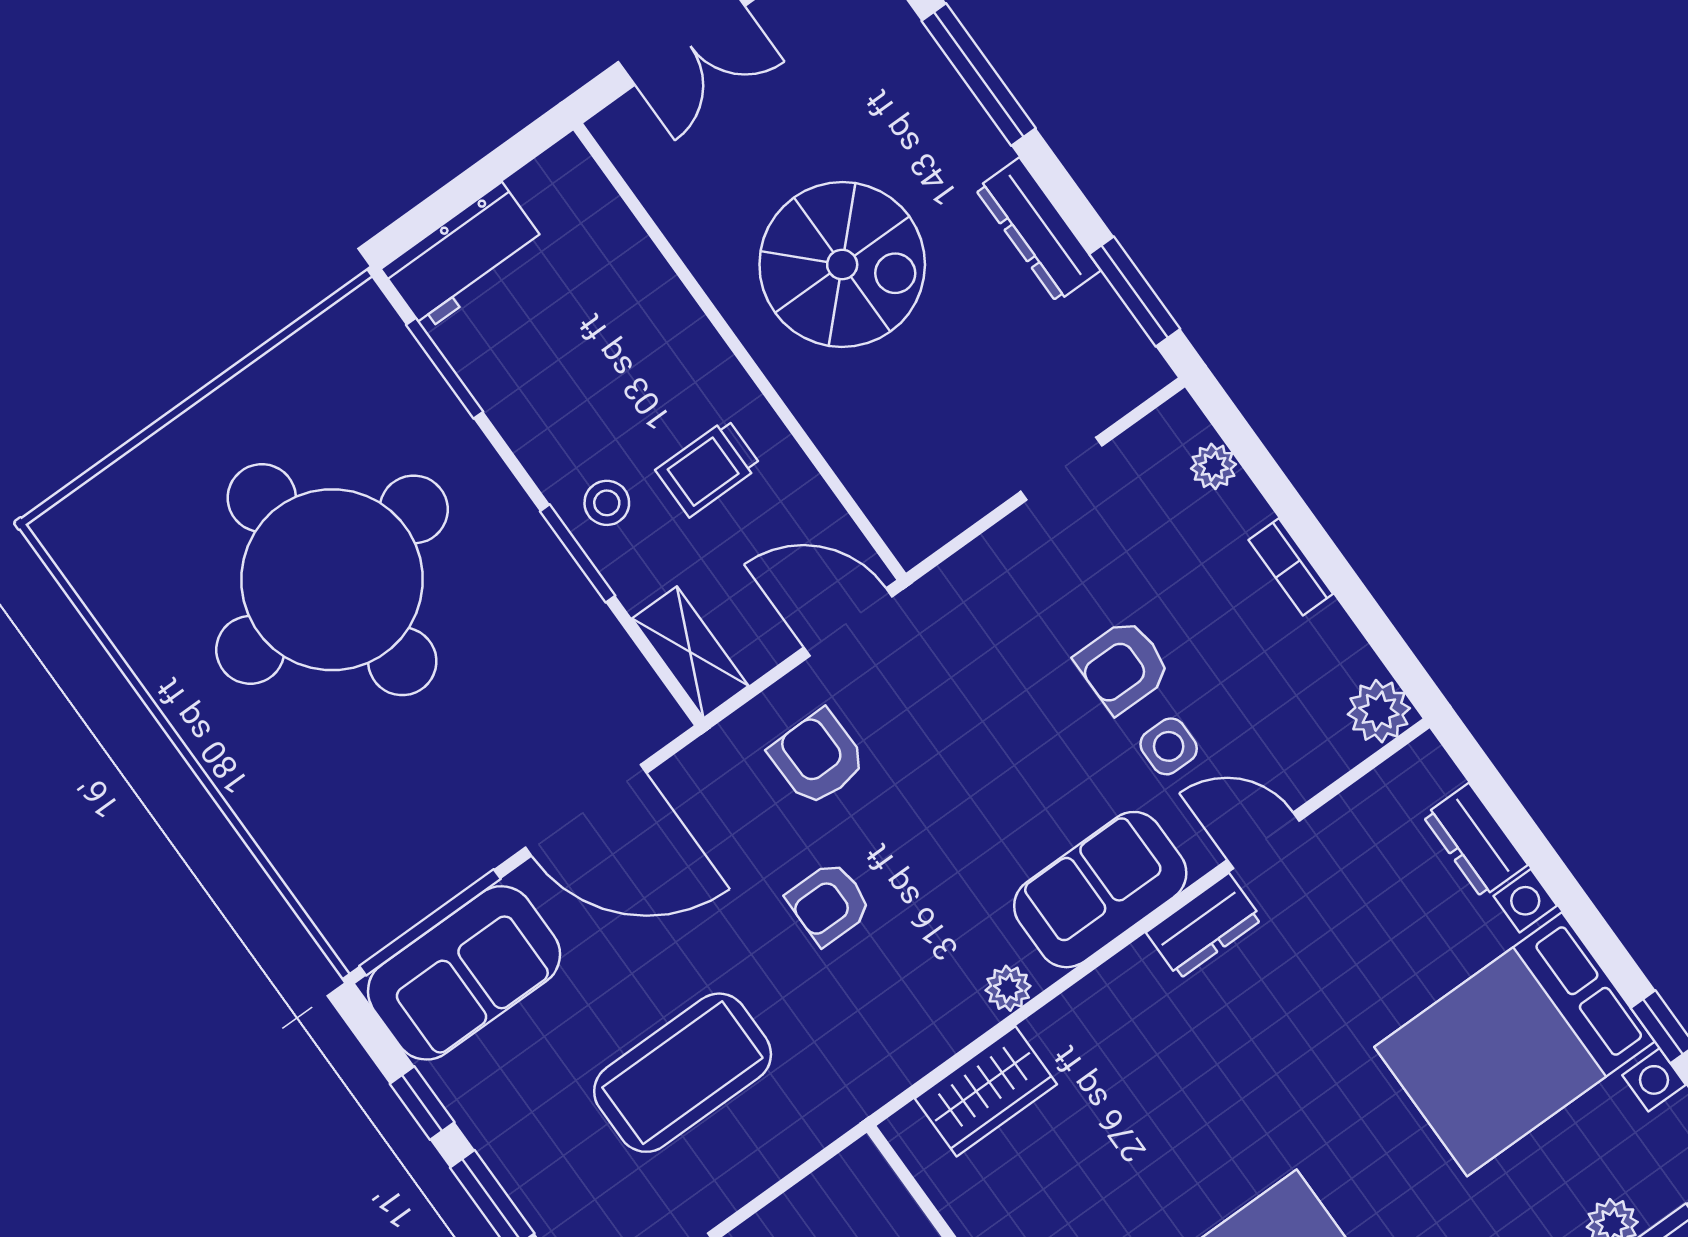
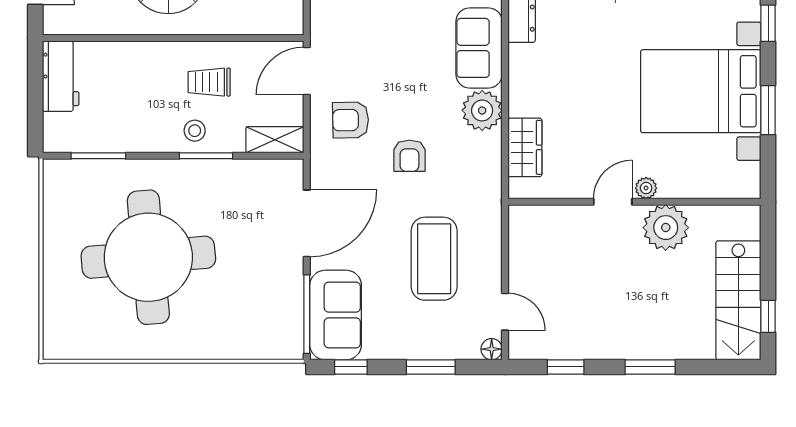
workbench: (464, 257) -> (61, 76), moved
trolley: (708, 468) -> (209, 82), turned 90
plant: (1008, 988) -> (482, 110), width x1.87, depth x1.87
window: (422, 1103) -> (351, 367), moved

